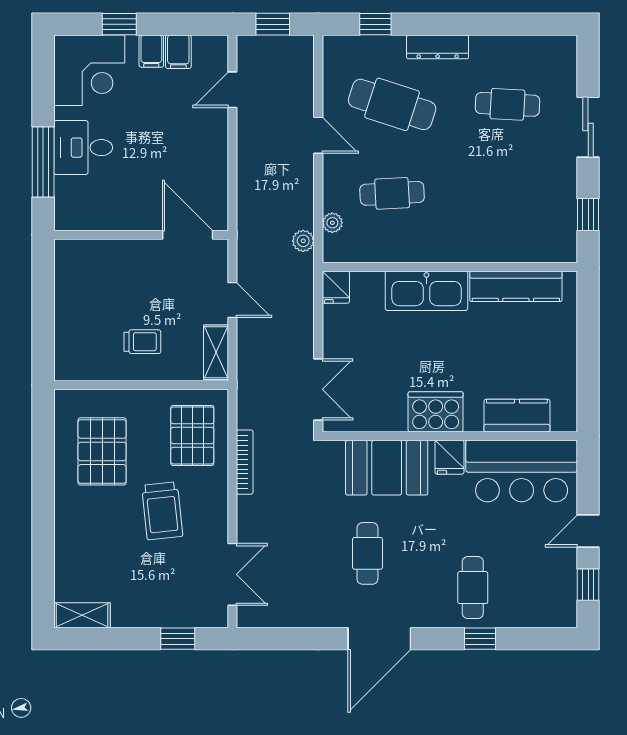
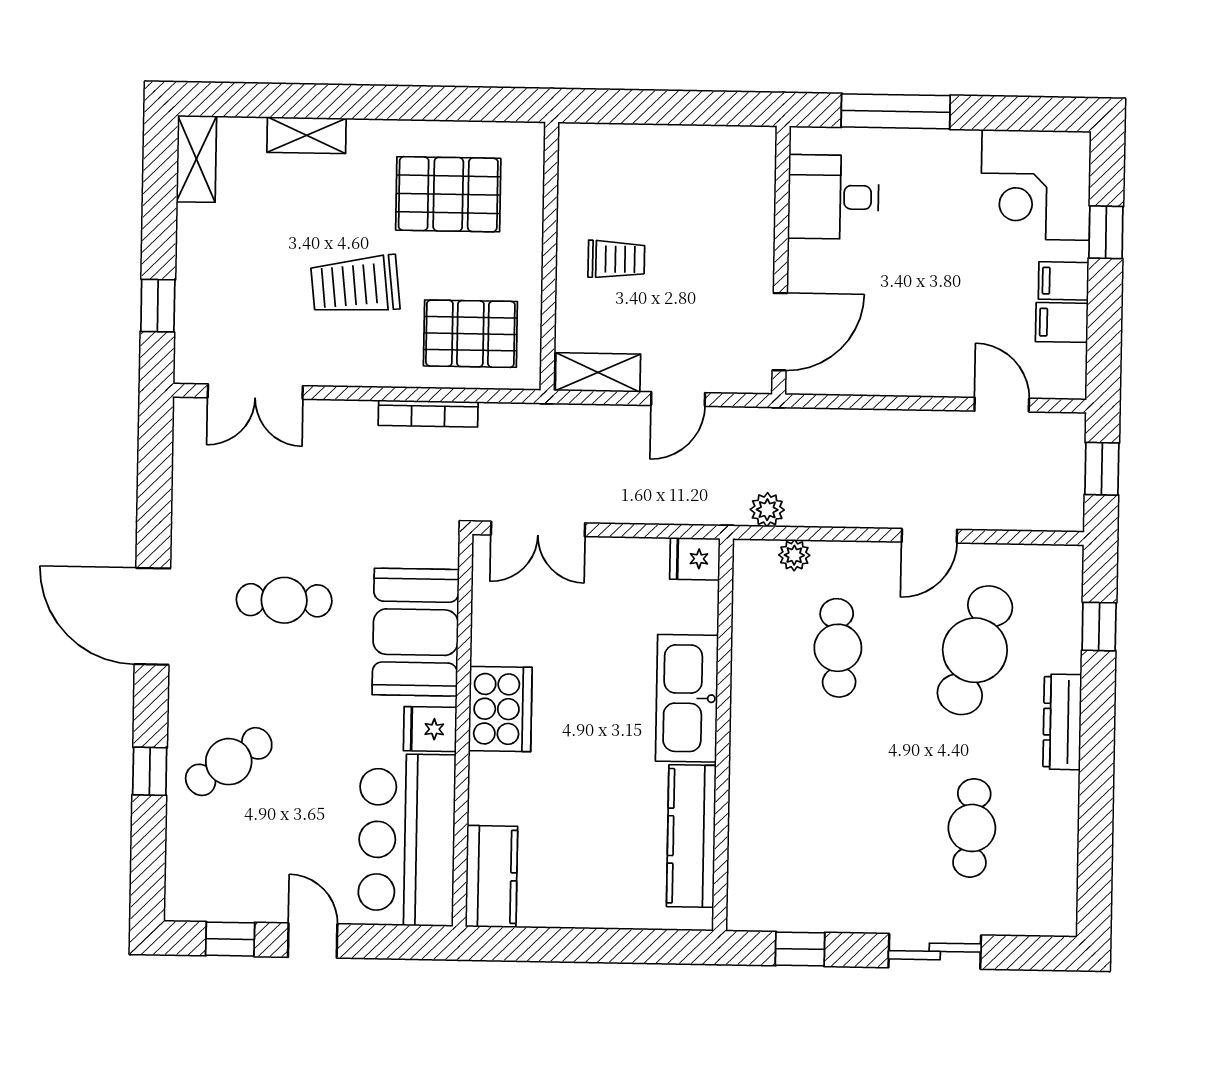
desk: (83, 148) -> (833, 197), moved, turned -90
trolley: (142, 342) -> (616, 259), turned -90
kitchen counter: (517, 416) -> (492, 876), moved
shelving: (65, 544) -> (306, 135), added
cafe table: (473, 588) -> (229, 762), turned -34

